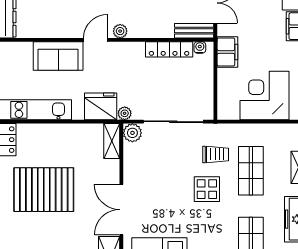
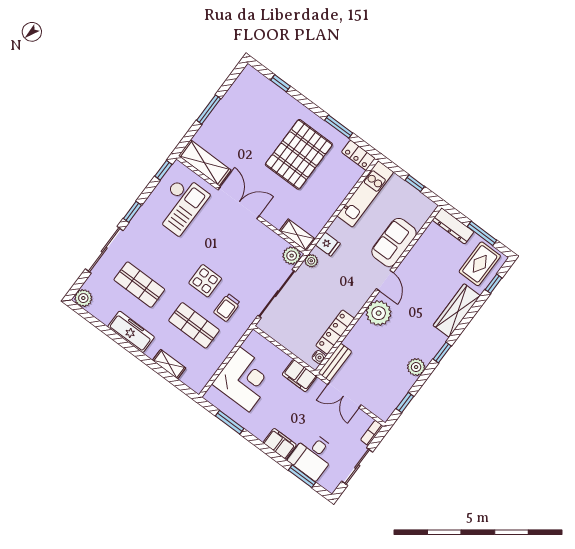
plant: (120, 31) -> (379, 313), width x1.88, depth x1.88
fridge: (101, 106) -> (328, 244), width x0.53, depth x0.75

